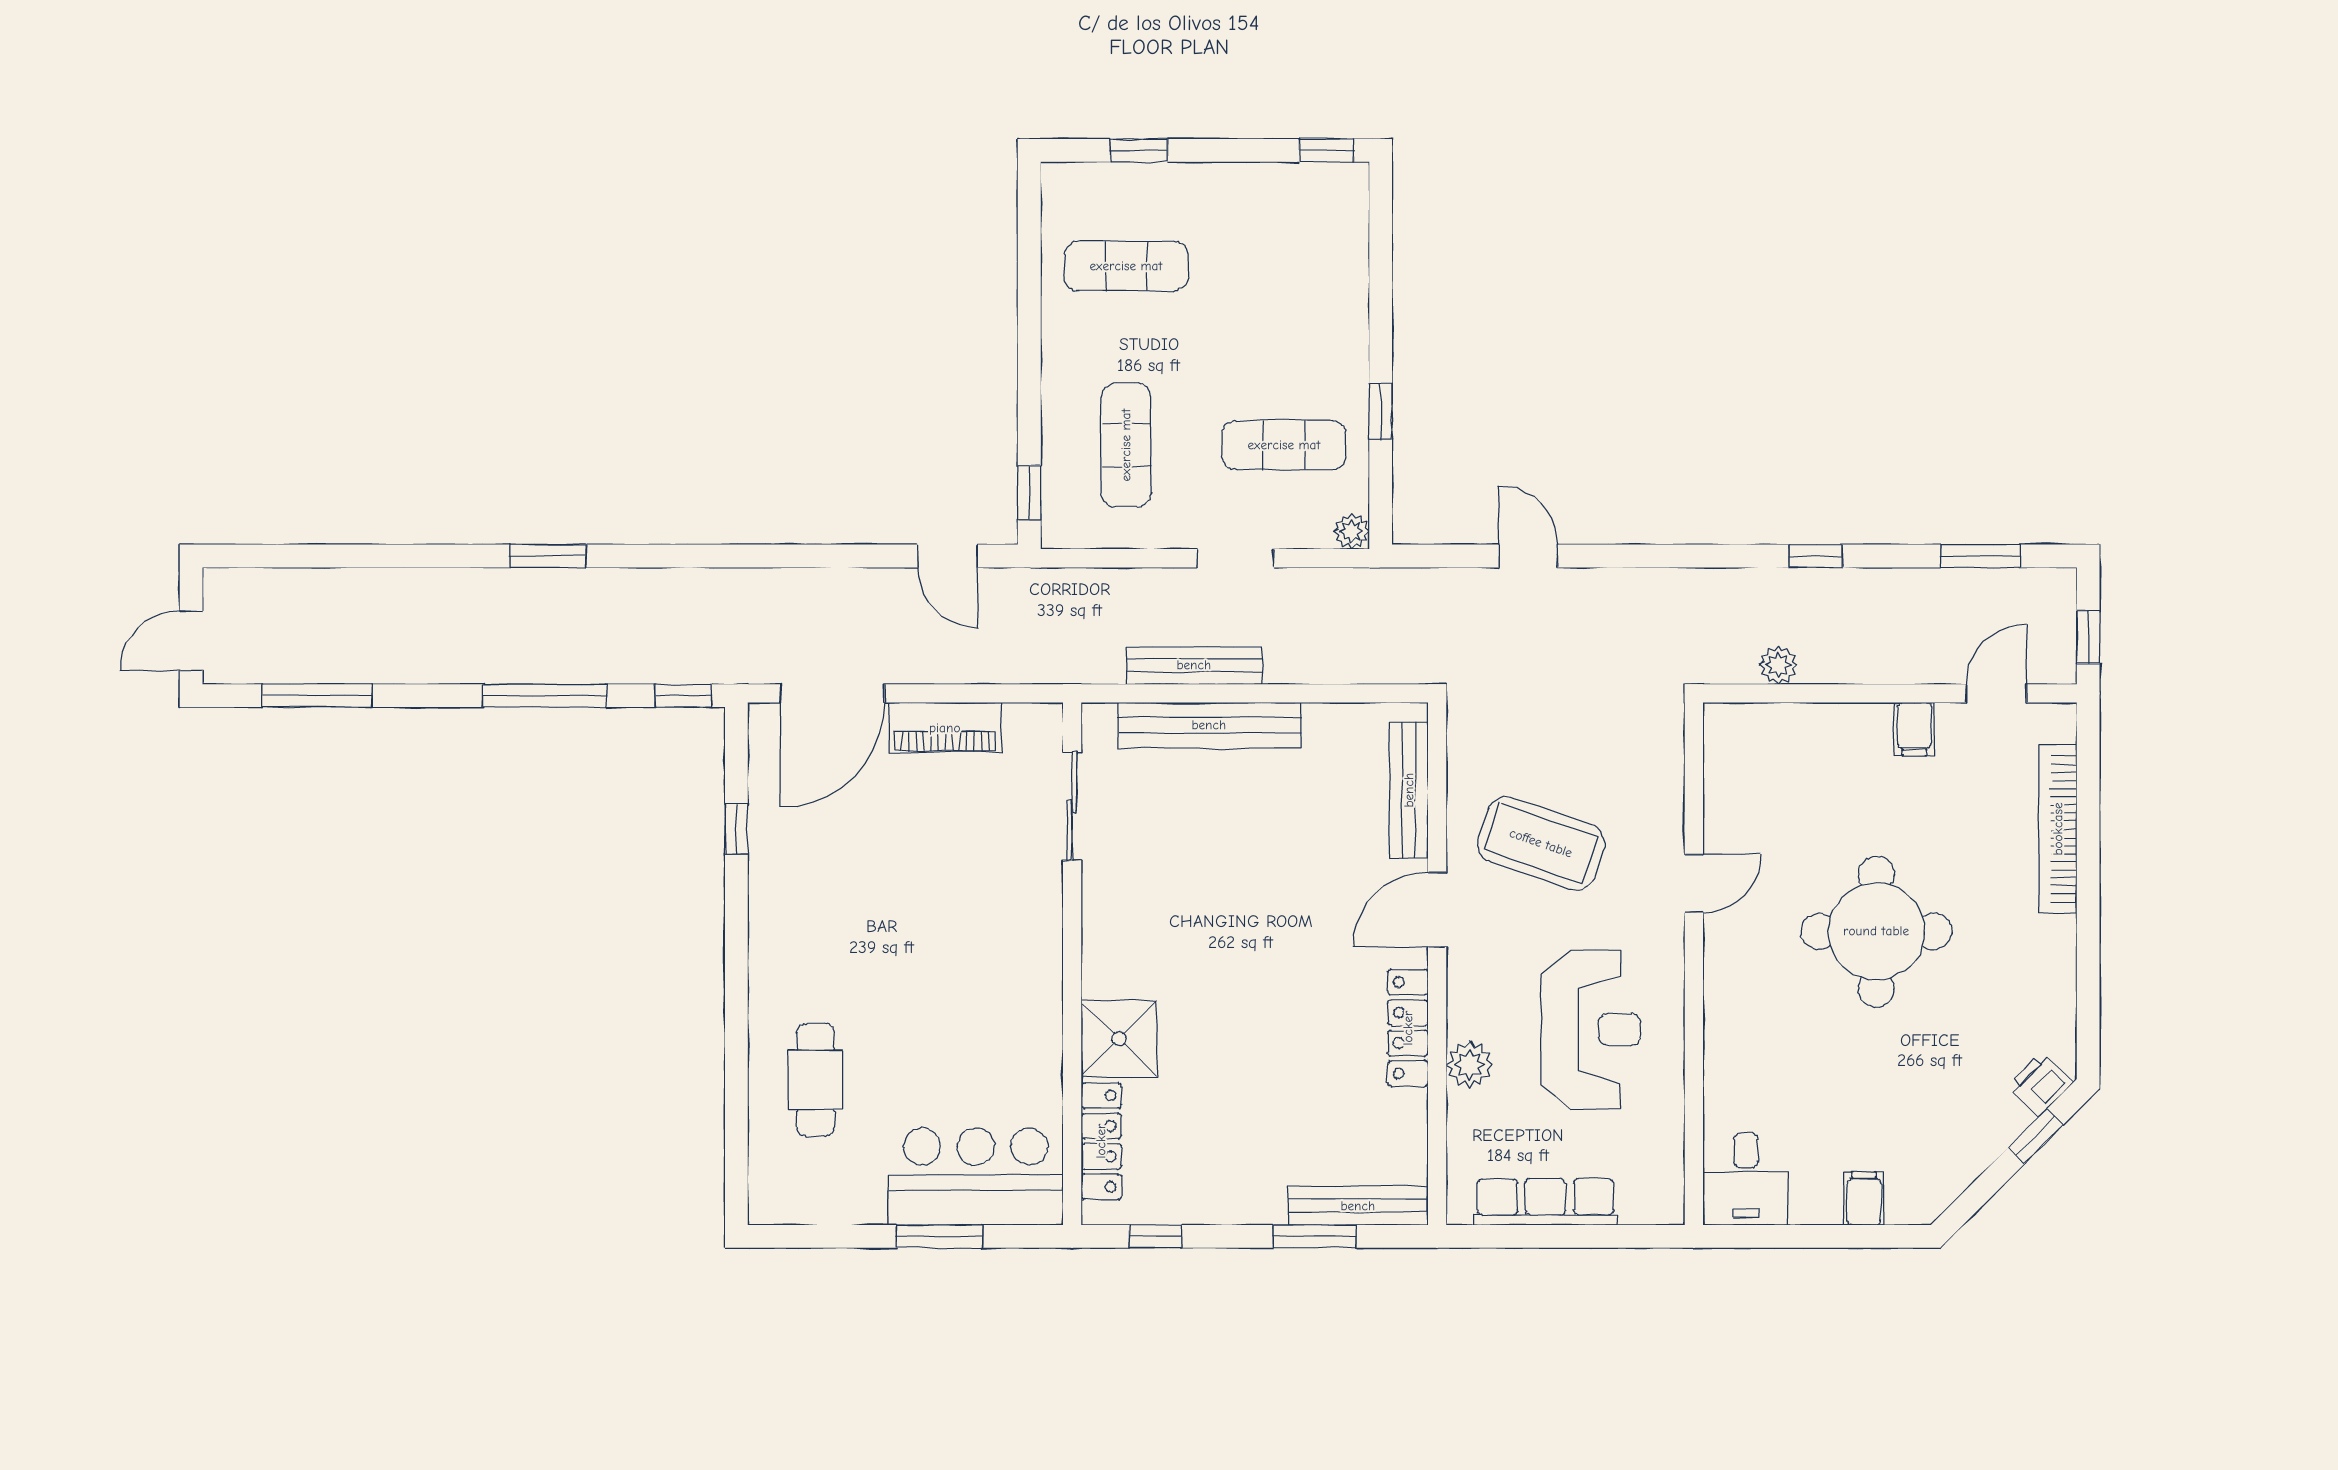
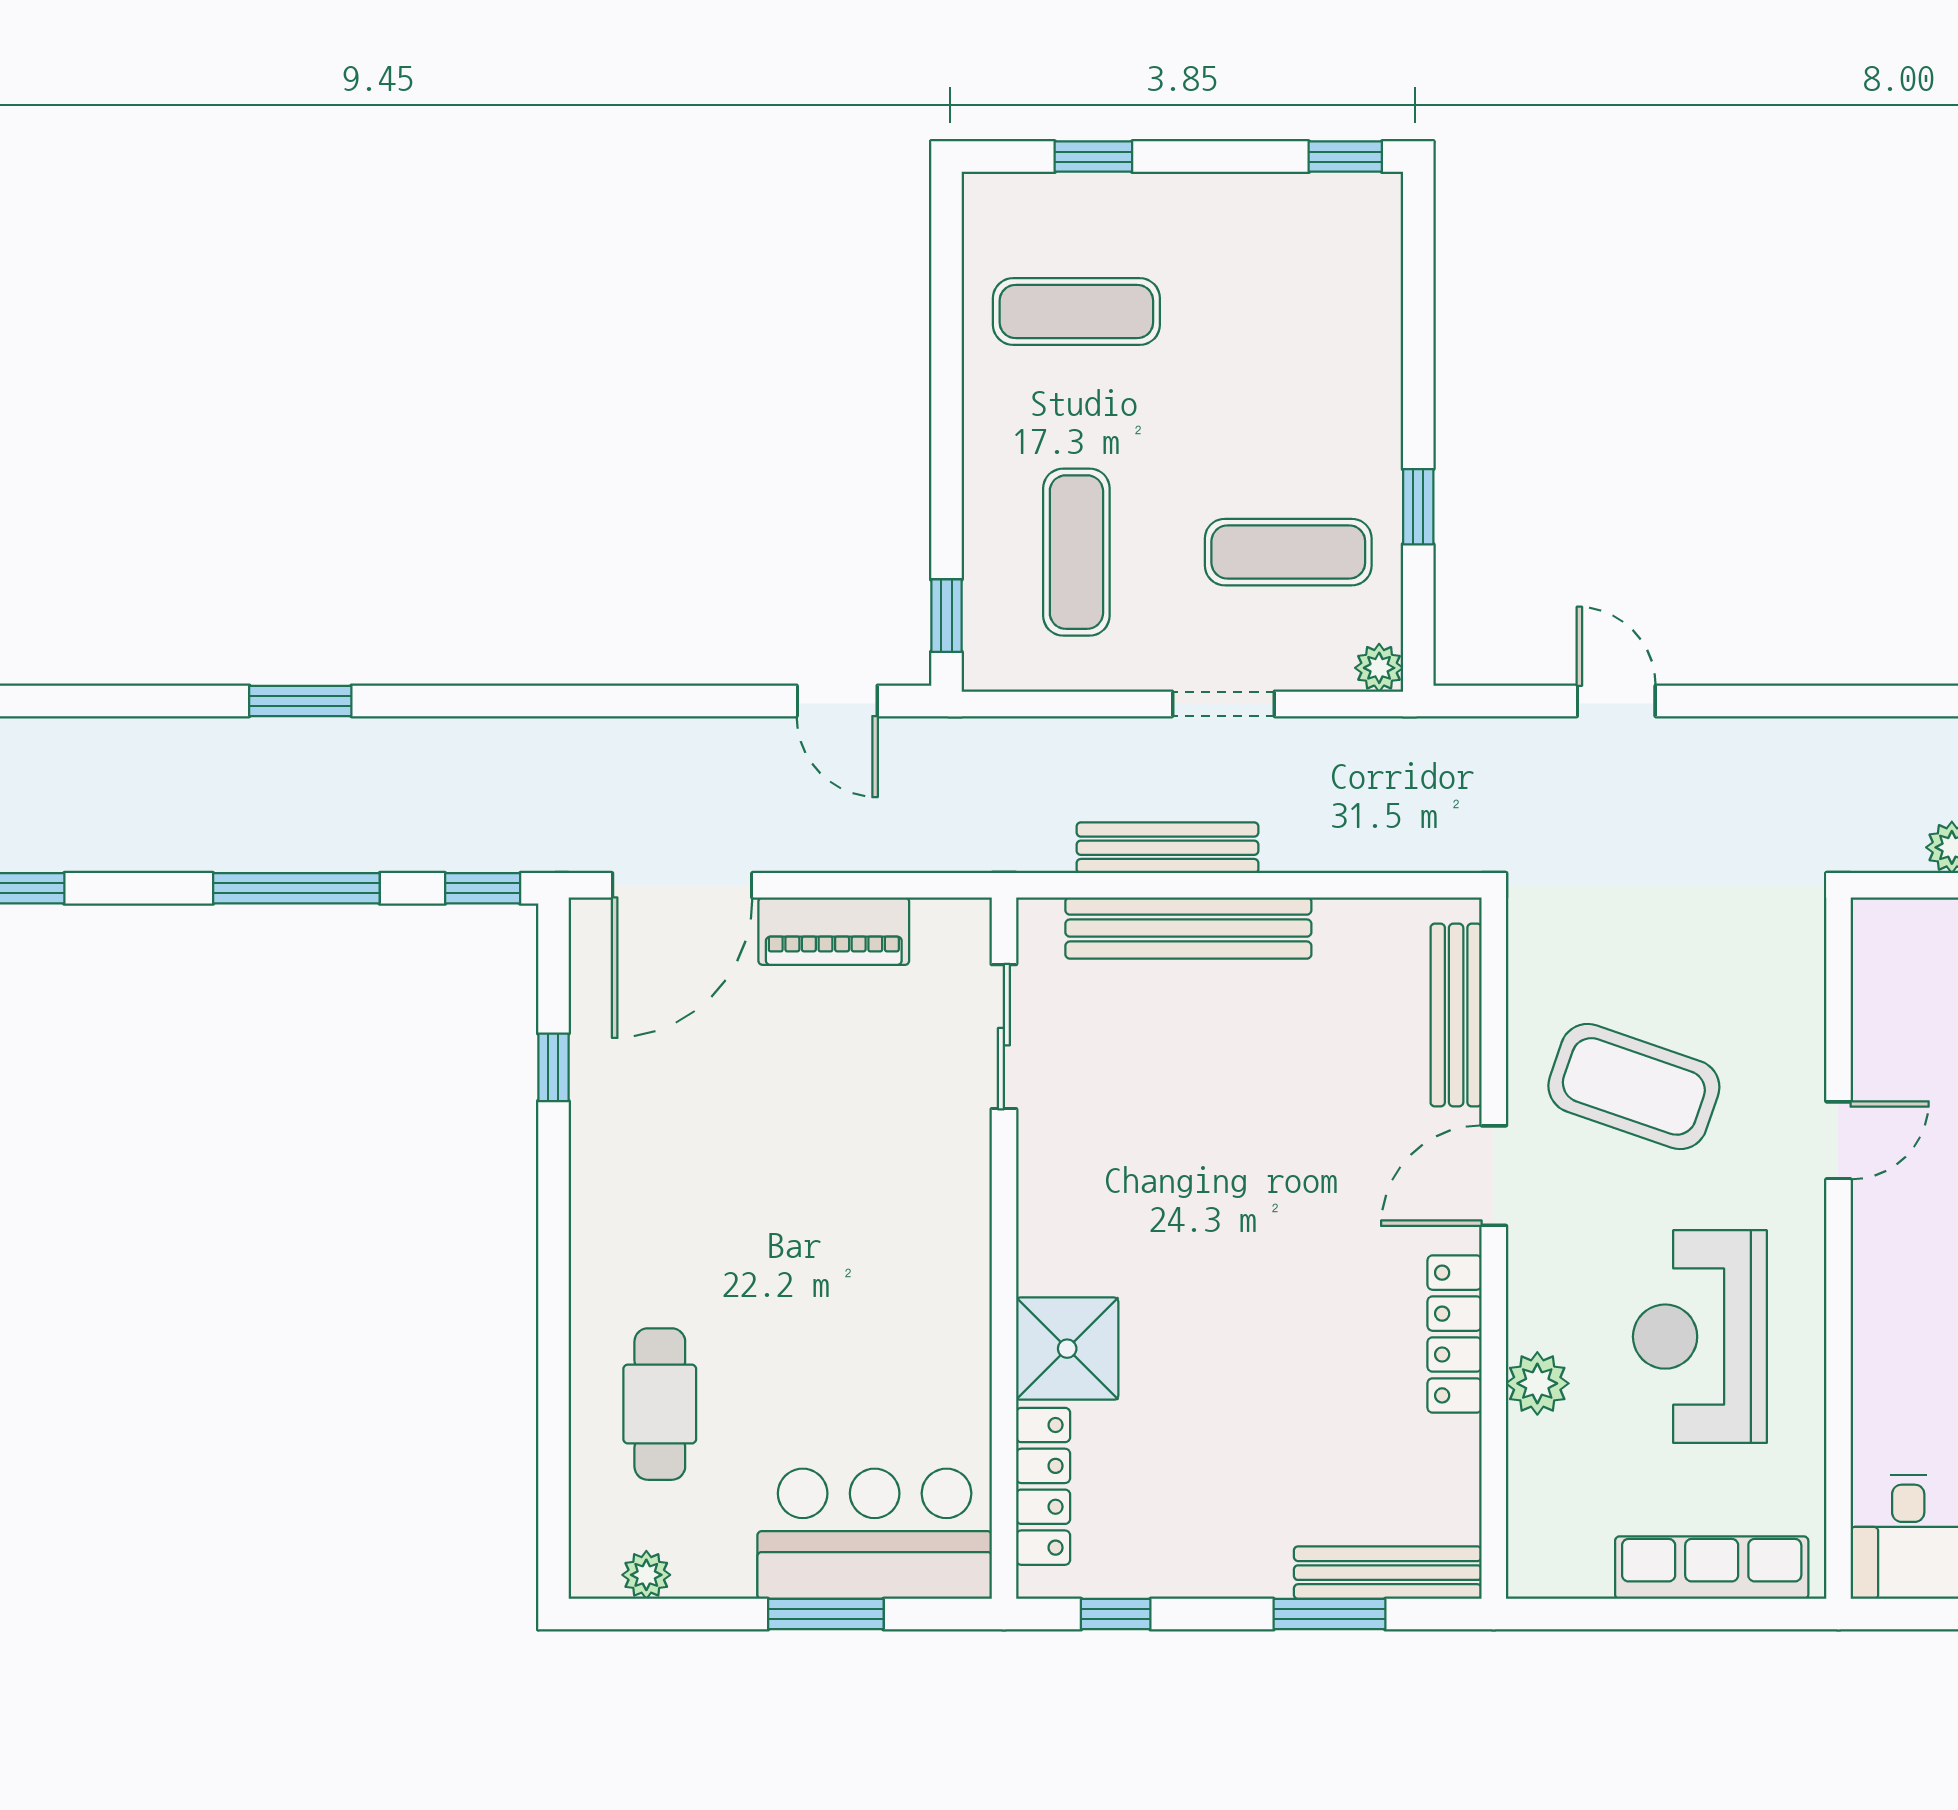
reception desk: (1591, 1030) -> (1700, 1337), turned 180
row of seats: (1545, 1202) -> (1712, 1568), moved
plant: (806, 1207) -> (646, 1575), added

